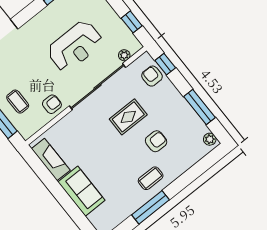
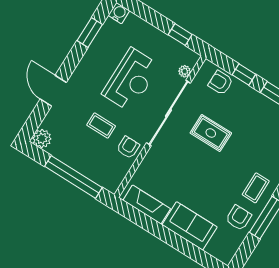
window: (165, 64) -> (244, 75), moved
coffee table: (18, 102) -> (101, 126), moved
rug: (128, 117) -> (211, 133), turned 90
armchair: (156, 141) -> (239, 218), moved

